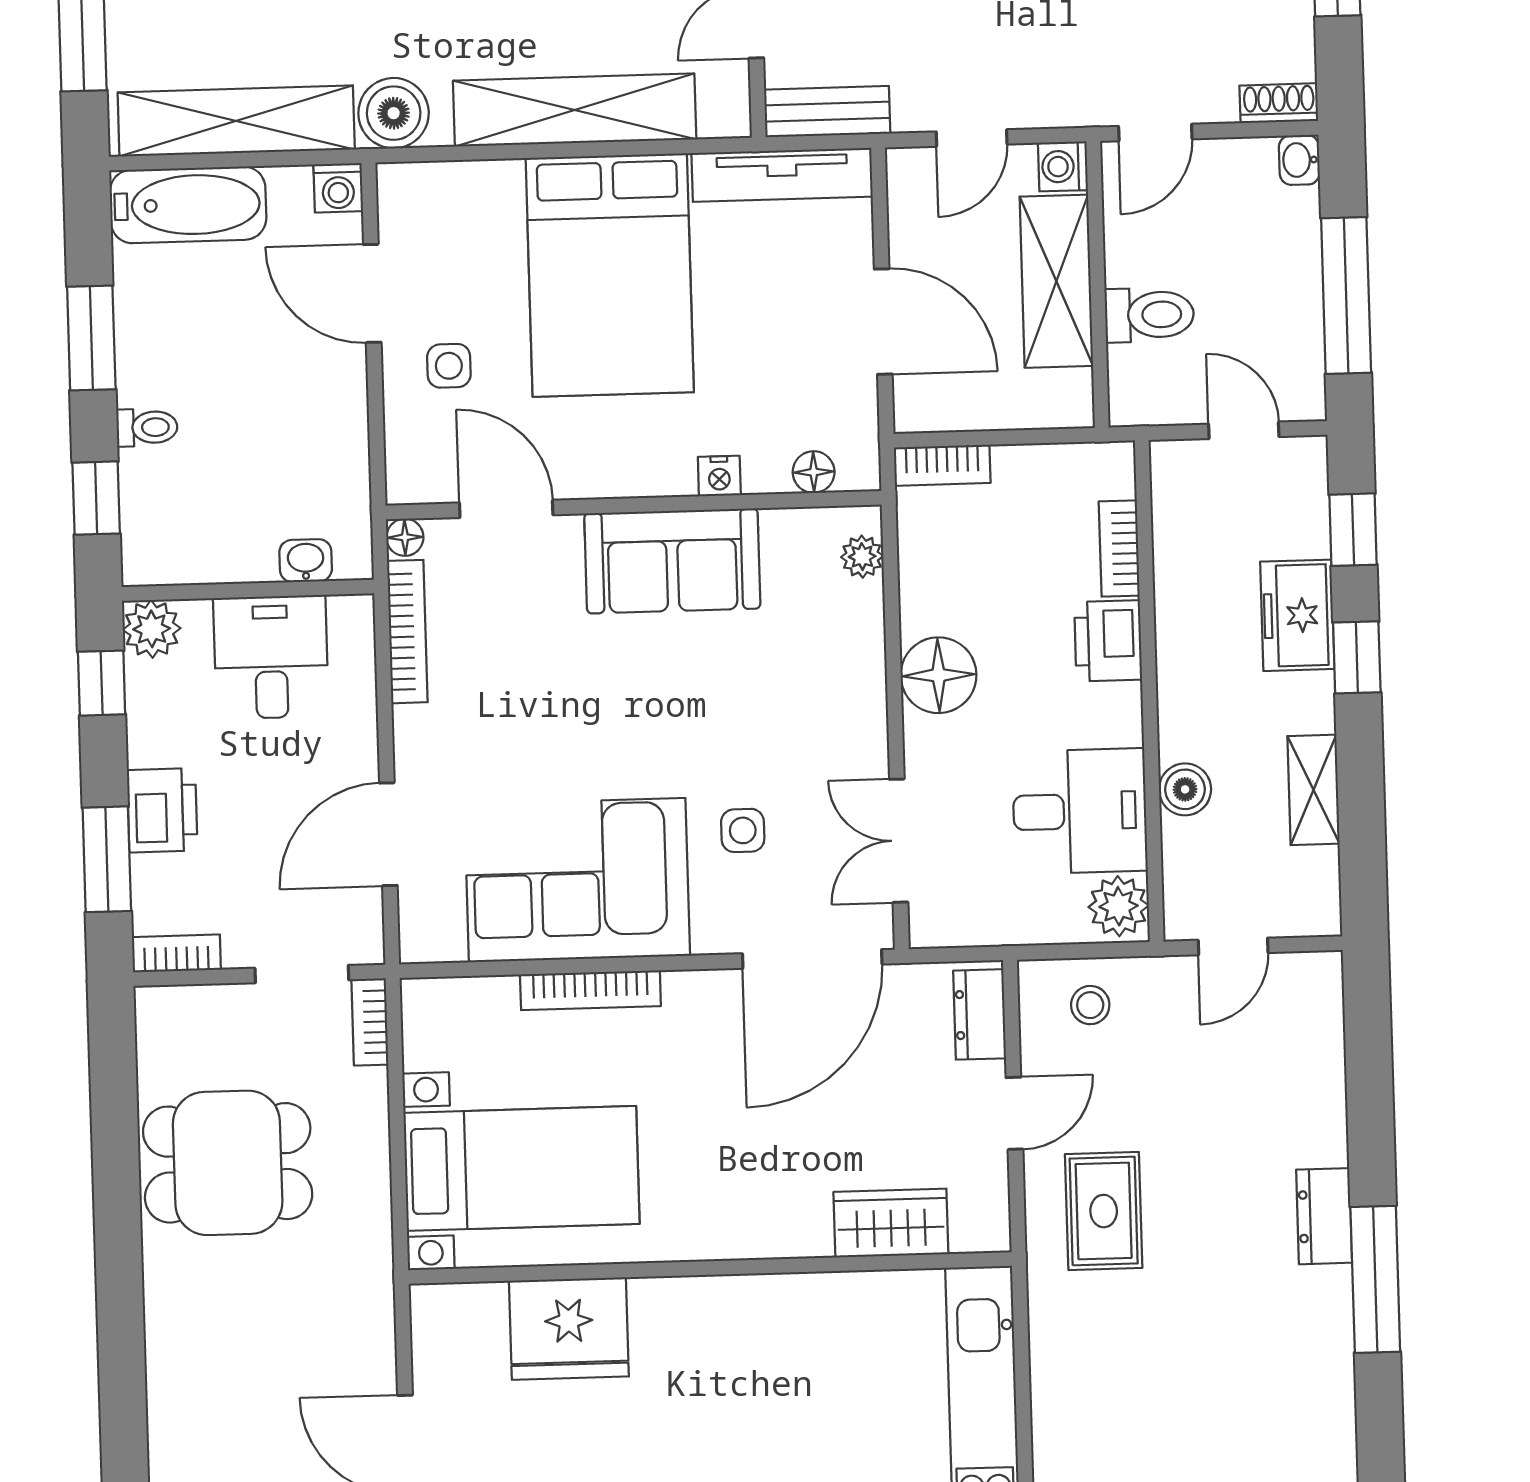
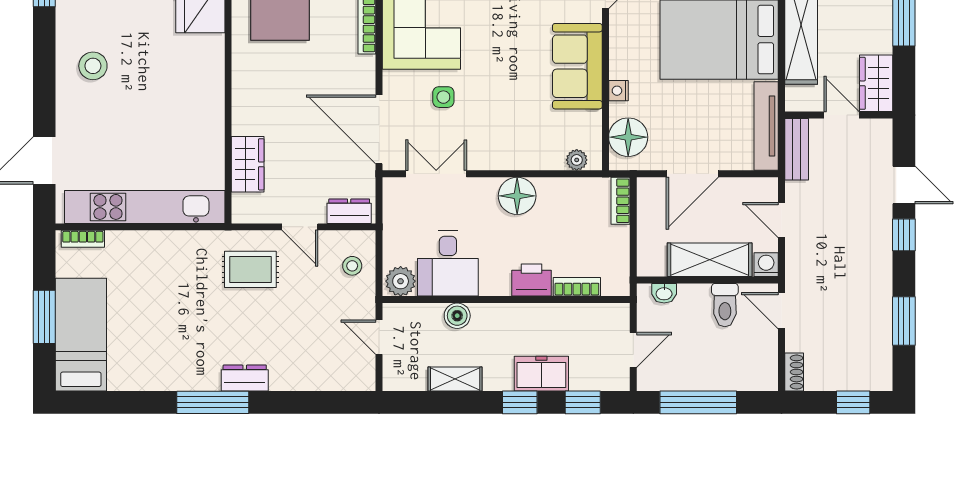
washbasin: (1299, 160) -> (664, 293), moved, turned 180
toilet: (1149, 315) -> (725, 305), moved
floor lamp: (814, 472) -> (628, 137), width x1.89, depth x1.89

